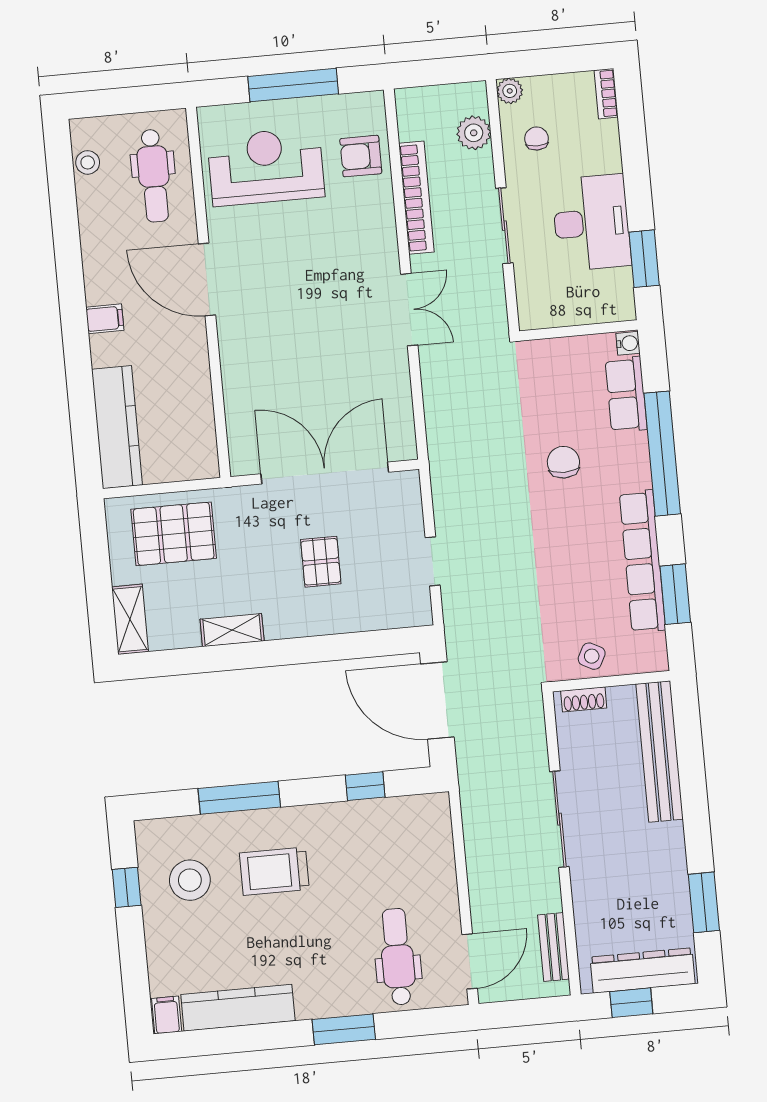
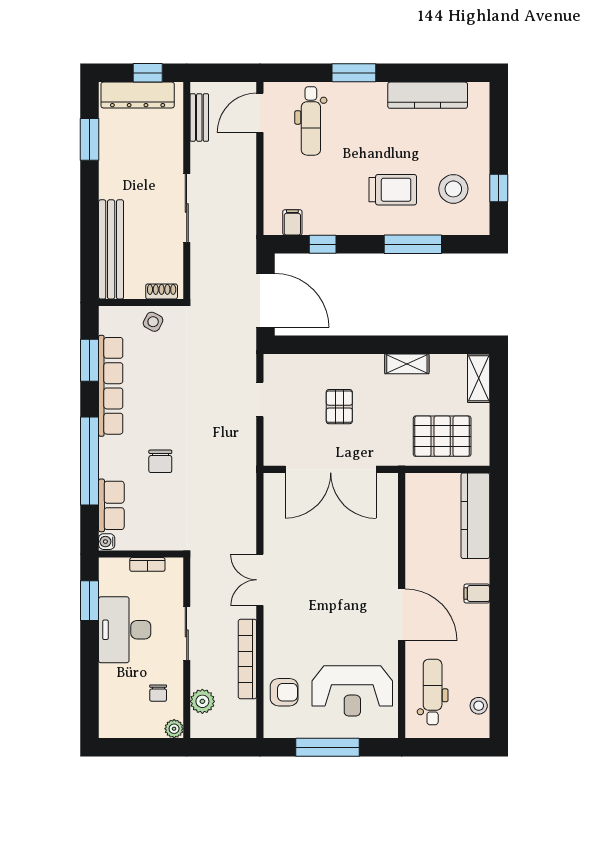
bookcase: (606, 94) -> (147, 564), moved, turned 90
filing cabinet: (167, 1015) -> (292, 222), moved, turned 180

